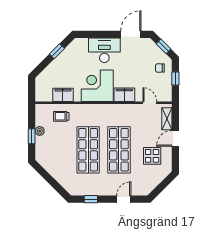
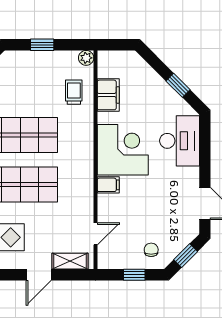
desk: (104, 50) -> (180, 141), moved
filing cabinet: (124, 95) -> (108, 185), width x0.50
plant: (40, 131) -> (86, 58), moved
door: (175, 138) -> (39, 275), swing flipped

